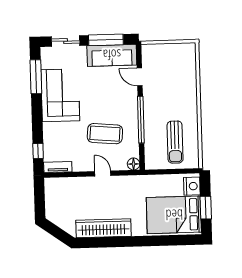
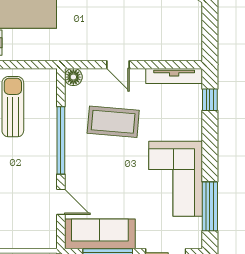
tv unit: (58, 167) -> (174, 76), width x1.41

